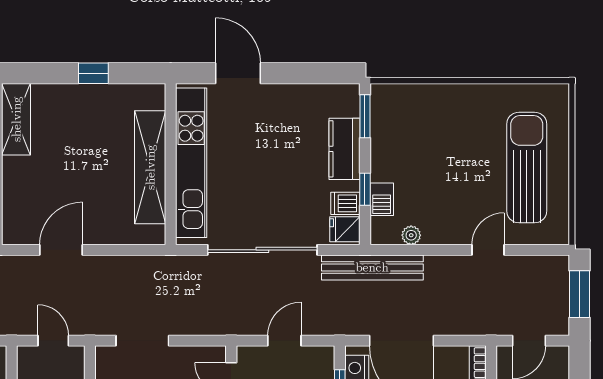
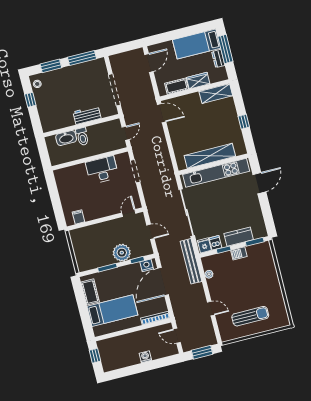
sun lounger: (527, 168) -> (250, 316), width x0.73, depth x0.75
barbecue: (382, 199) -> (239, 253), moved
door: (61, 250) -> (162, 113), moved

